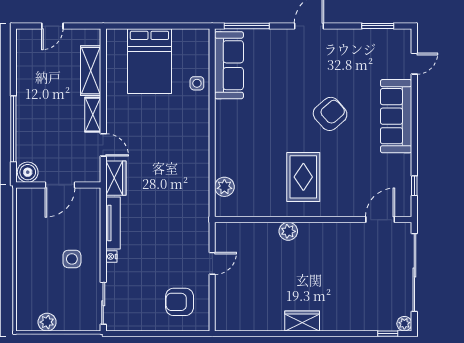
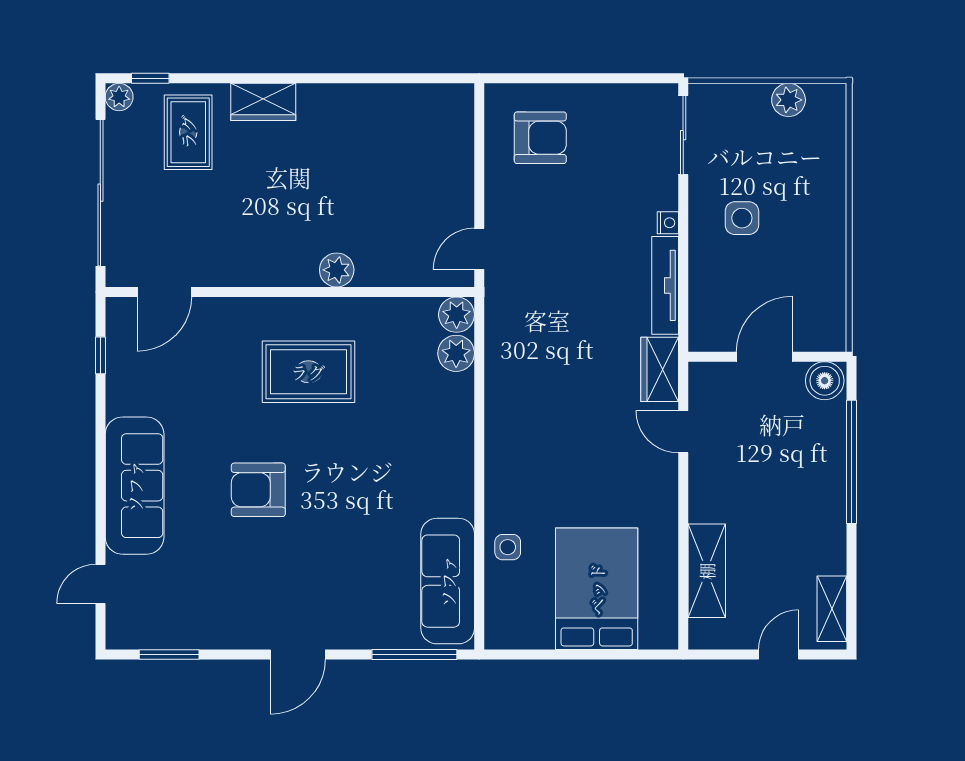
armchair: (330, 114) -> (258, 490), turned 41
shelving: (93, 115) -> (832, 609), moved
rug: (303, 177) -> (308, 372), turned 90
plant: (224, 207) -> (457, 315), added
door: (212, 263) -> (479, 249), moved
rug: (367, 305) -> (188, 132), added
wardrobe: (302, 321) -> (263, 102), moved

